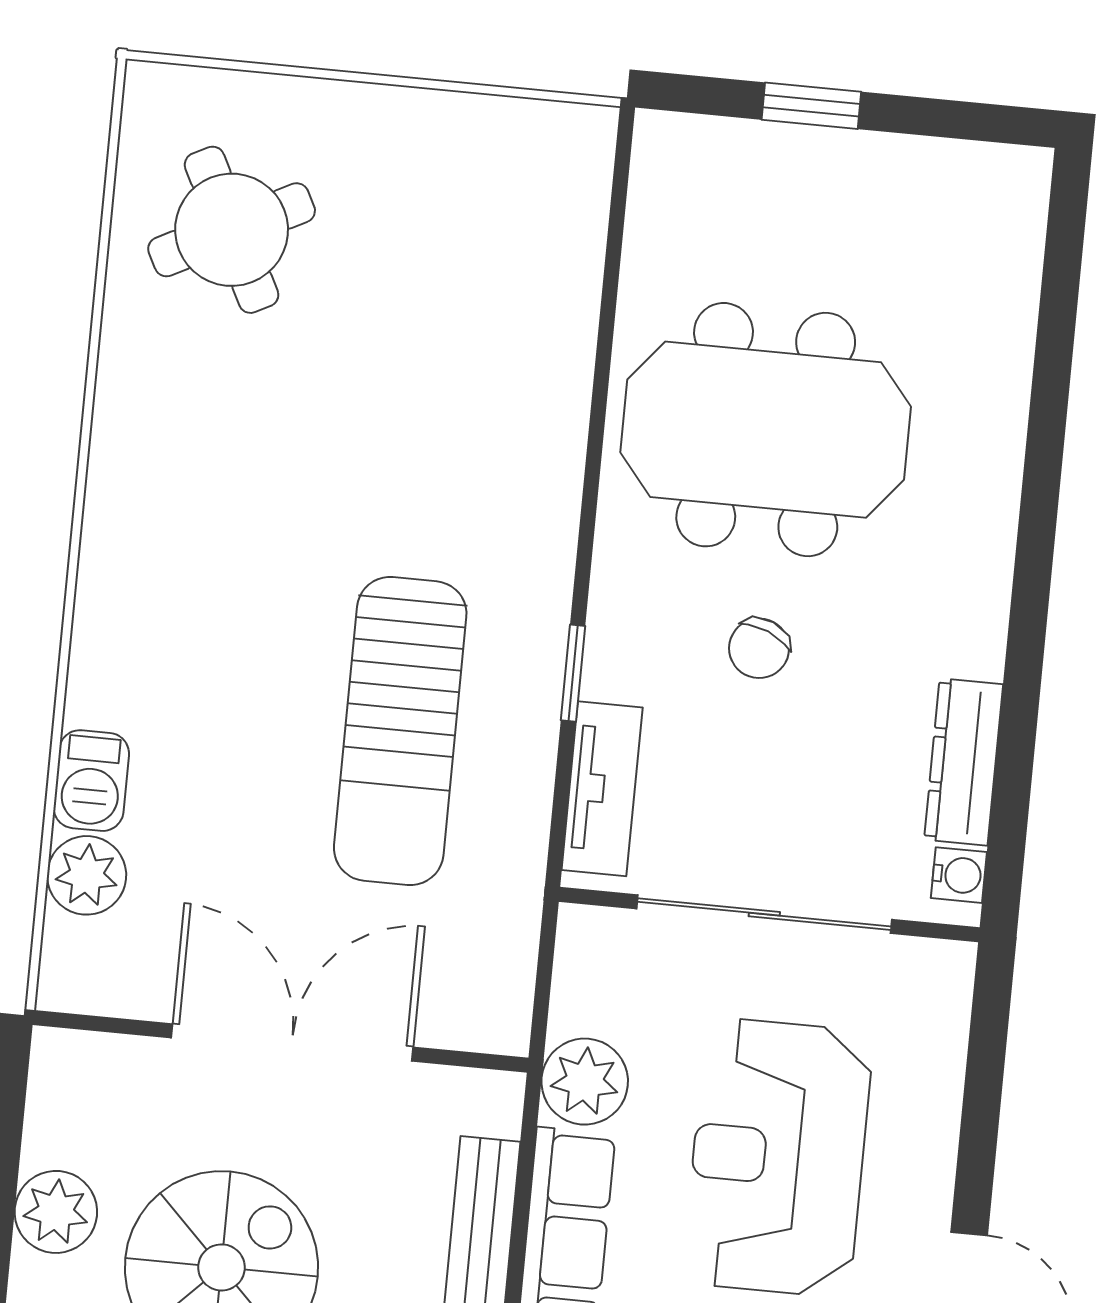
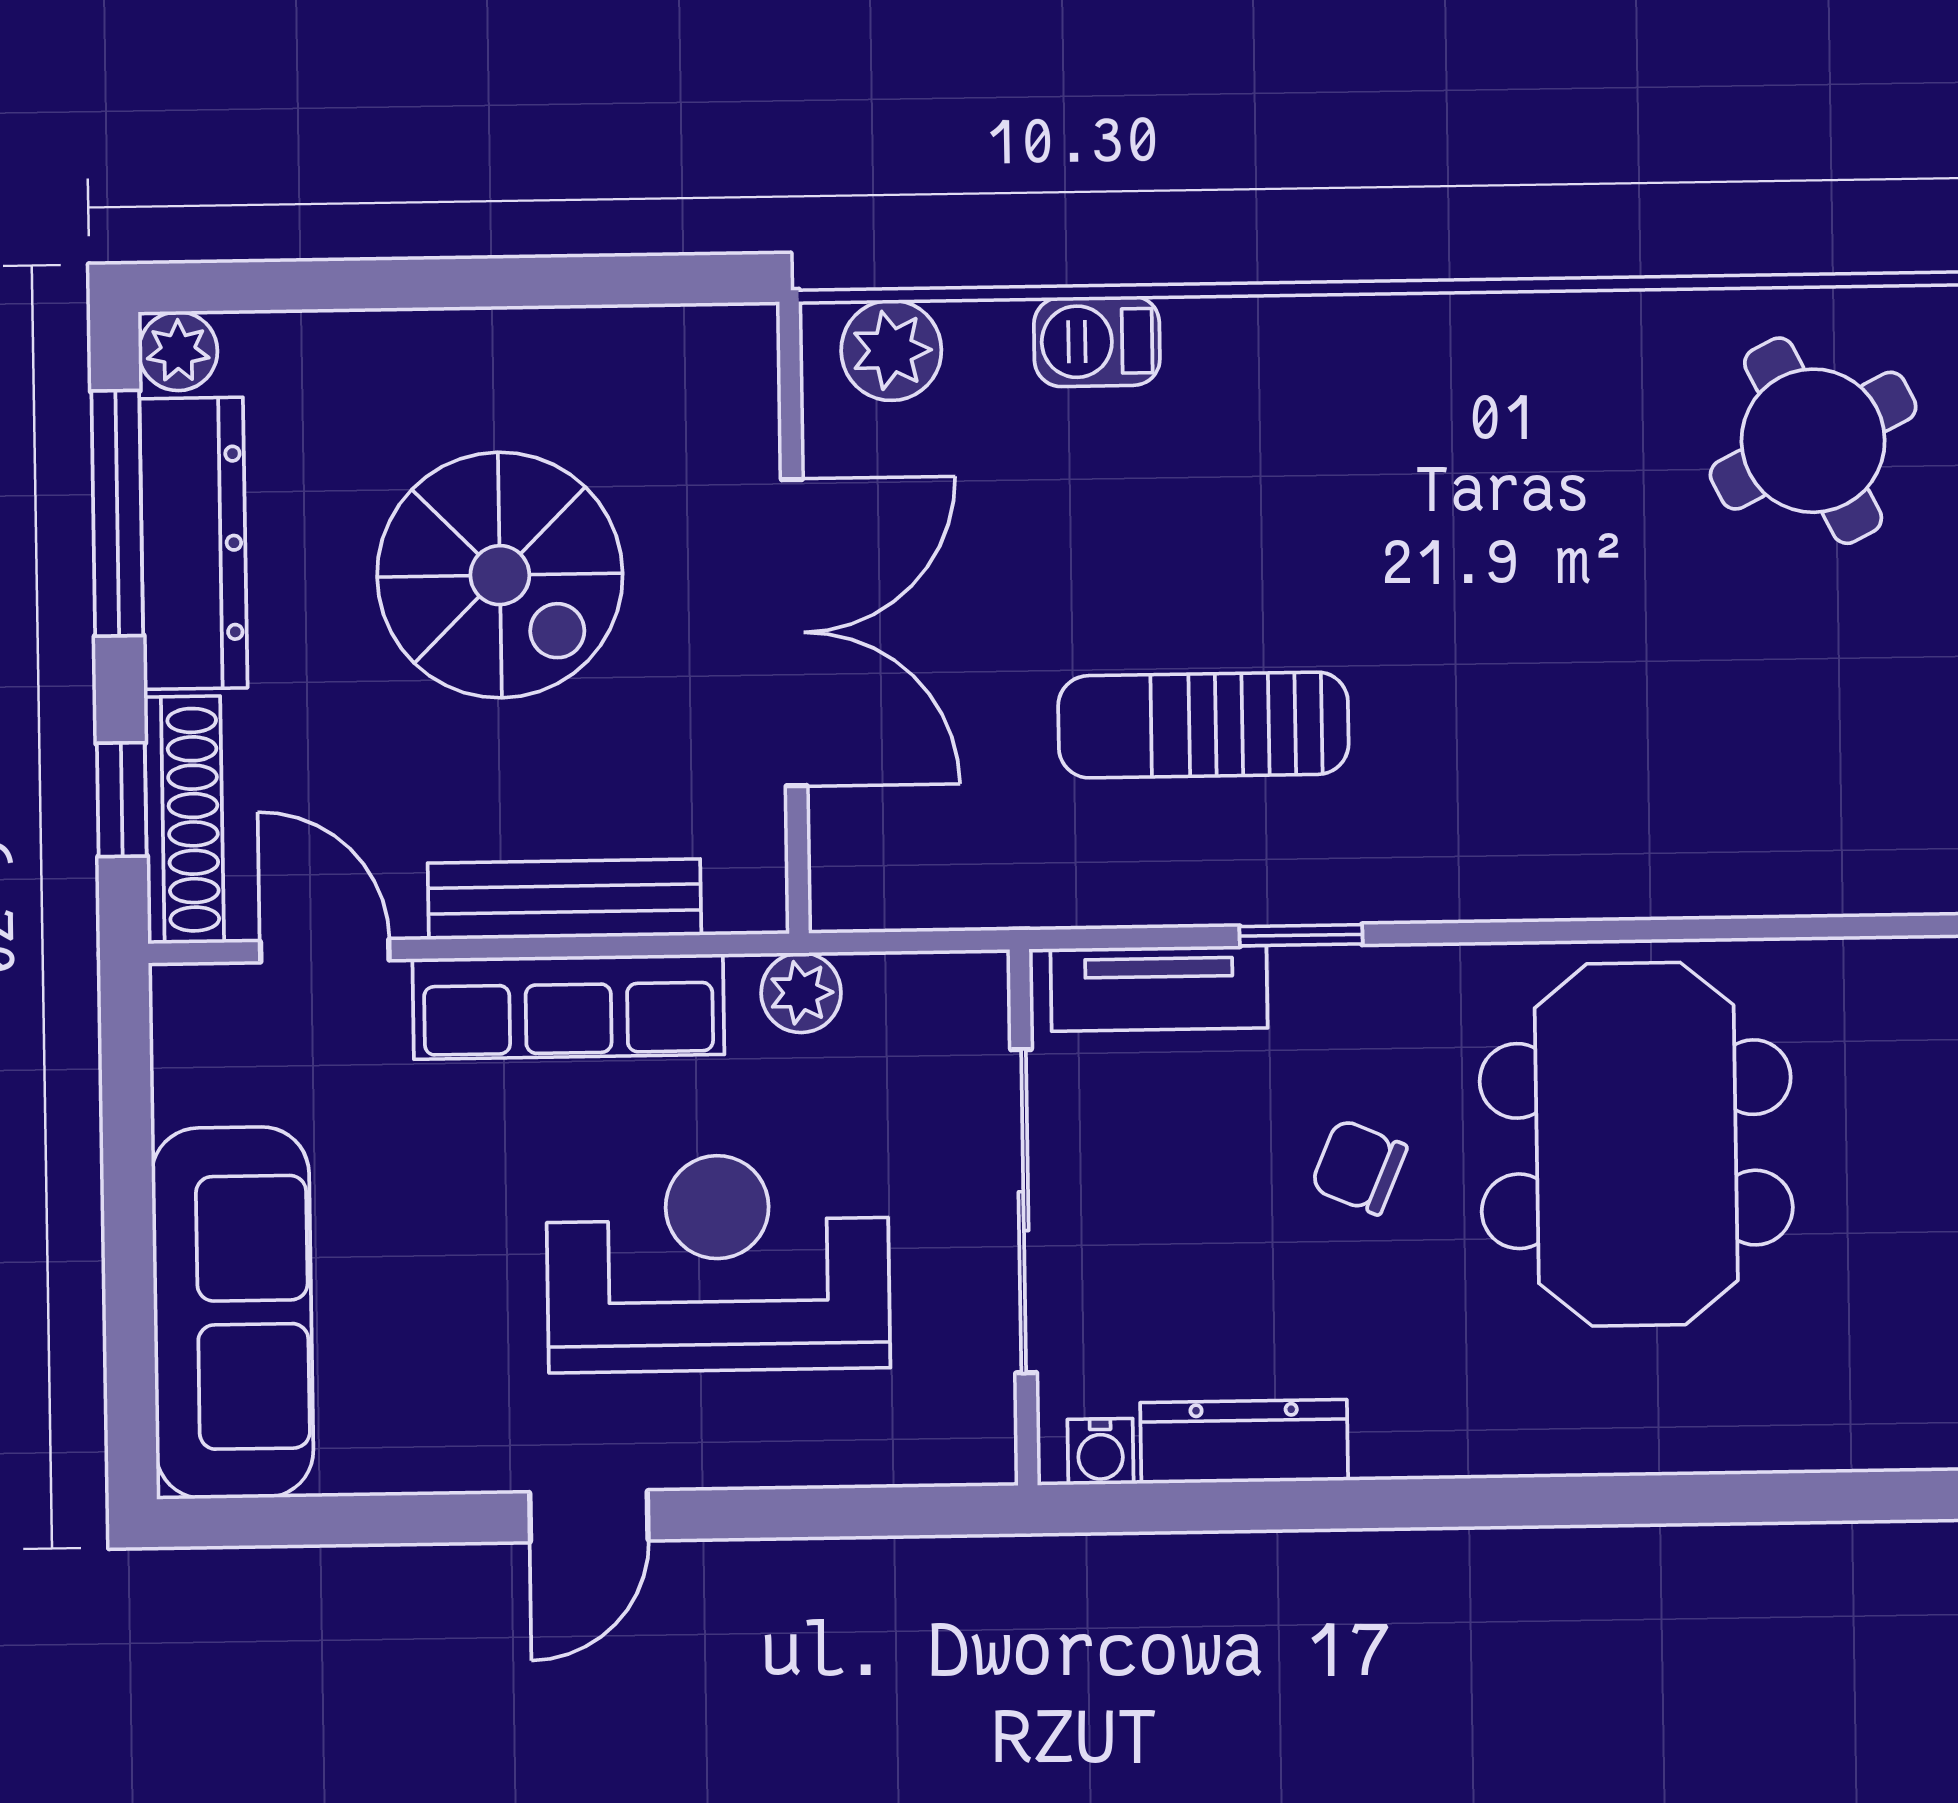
sun lounger: (400, 731) -> (1203, 725), width x0.73, depth x0.75
plant: (87, 875) -> (891, 350), moved
plant: (585, 1082) -> (801, 993), width x0.73, depth x0.73
plant: (56, 1212) -> (547, 358), removed

